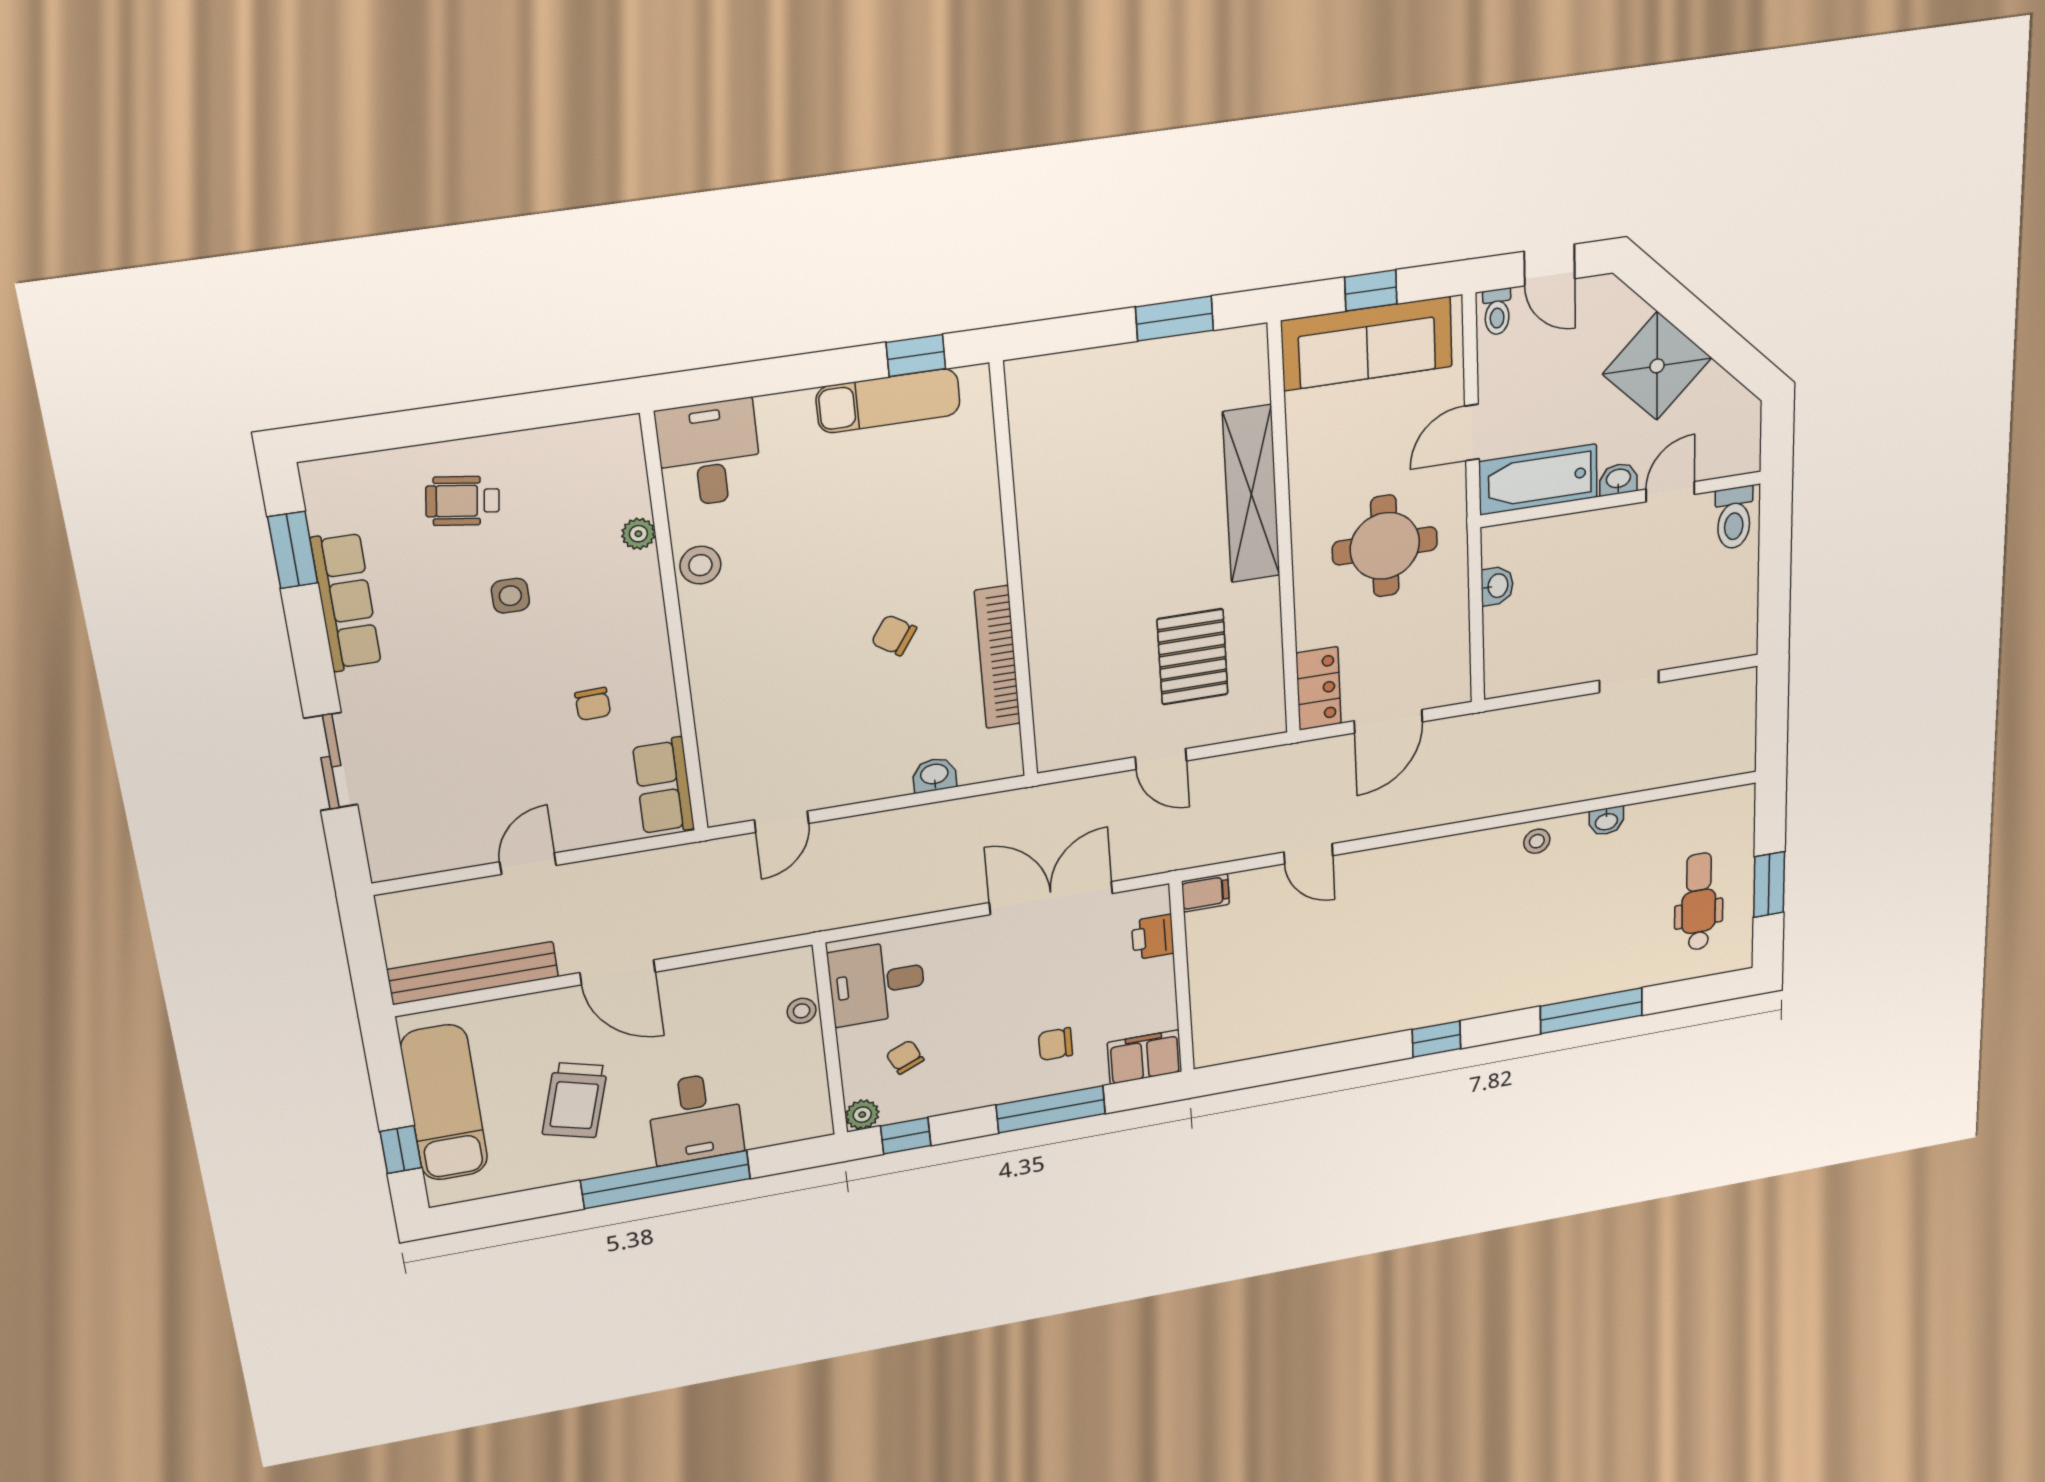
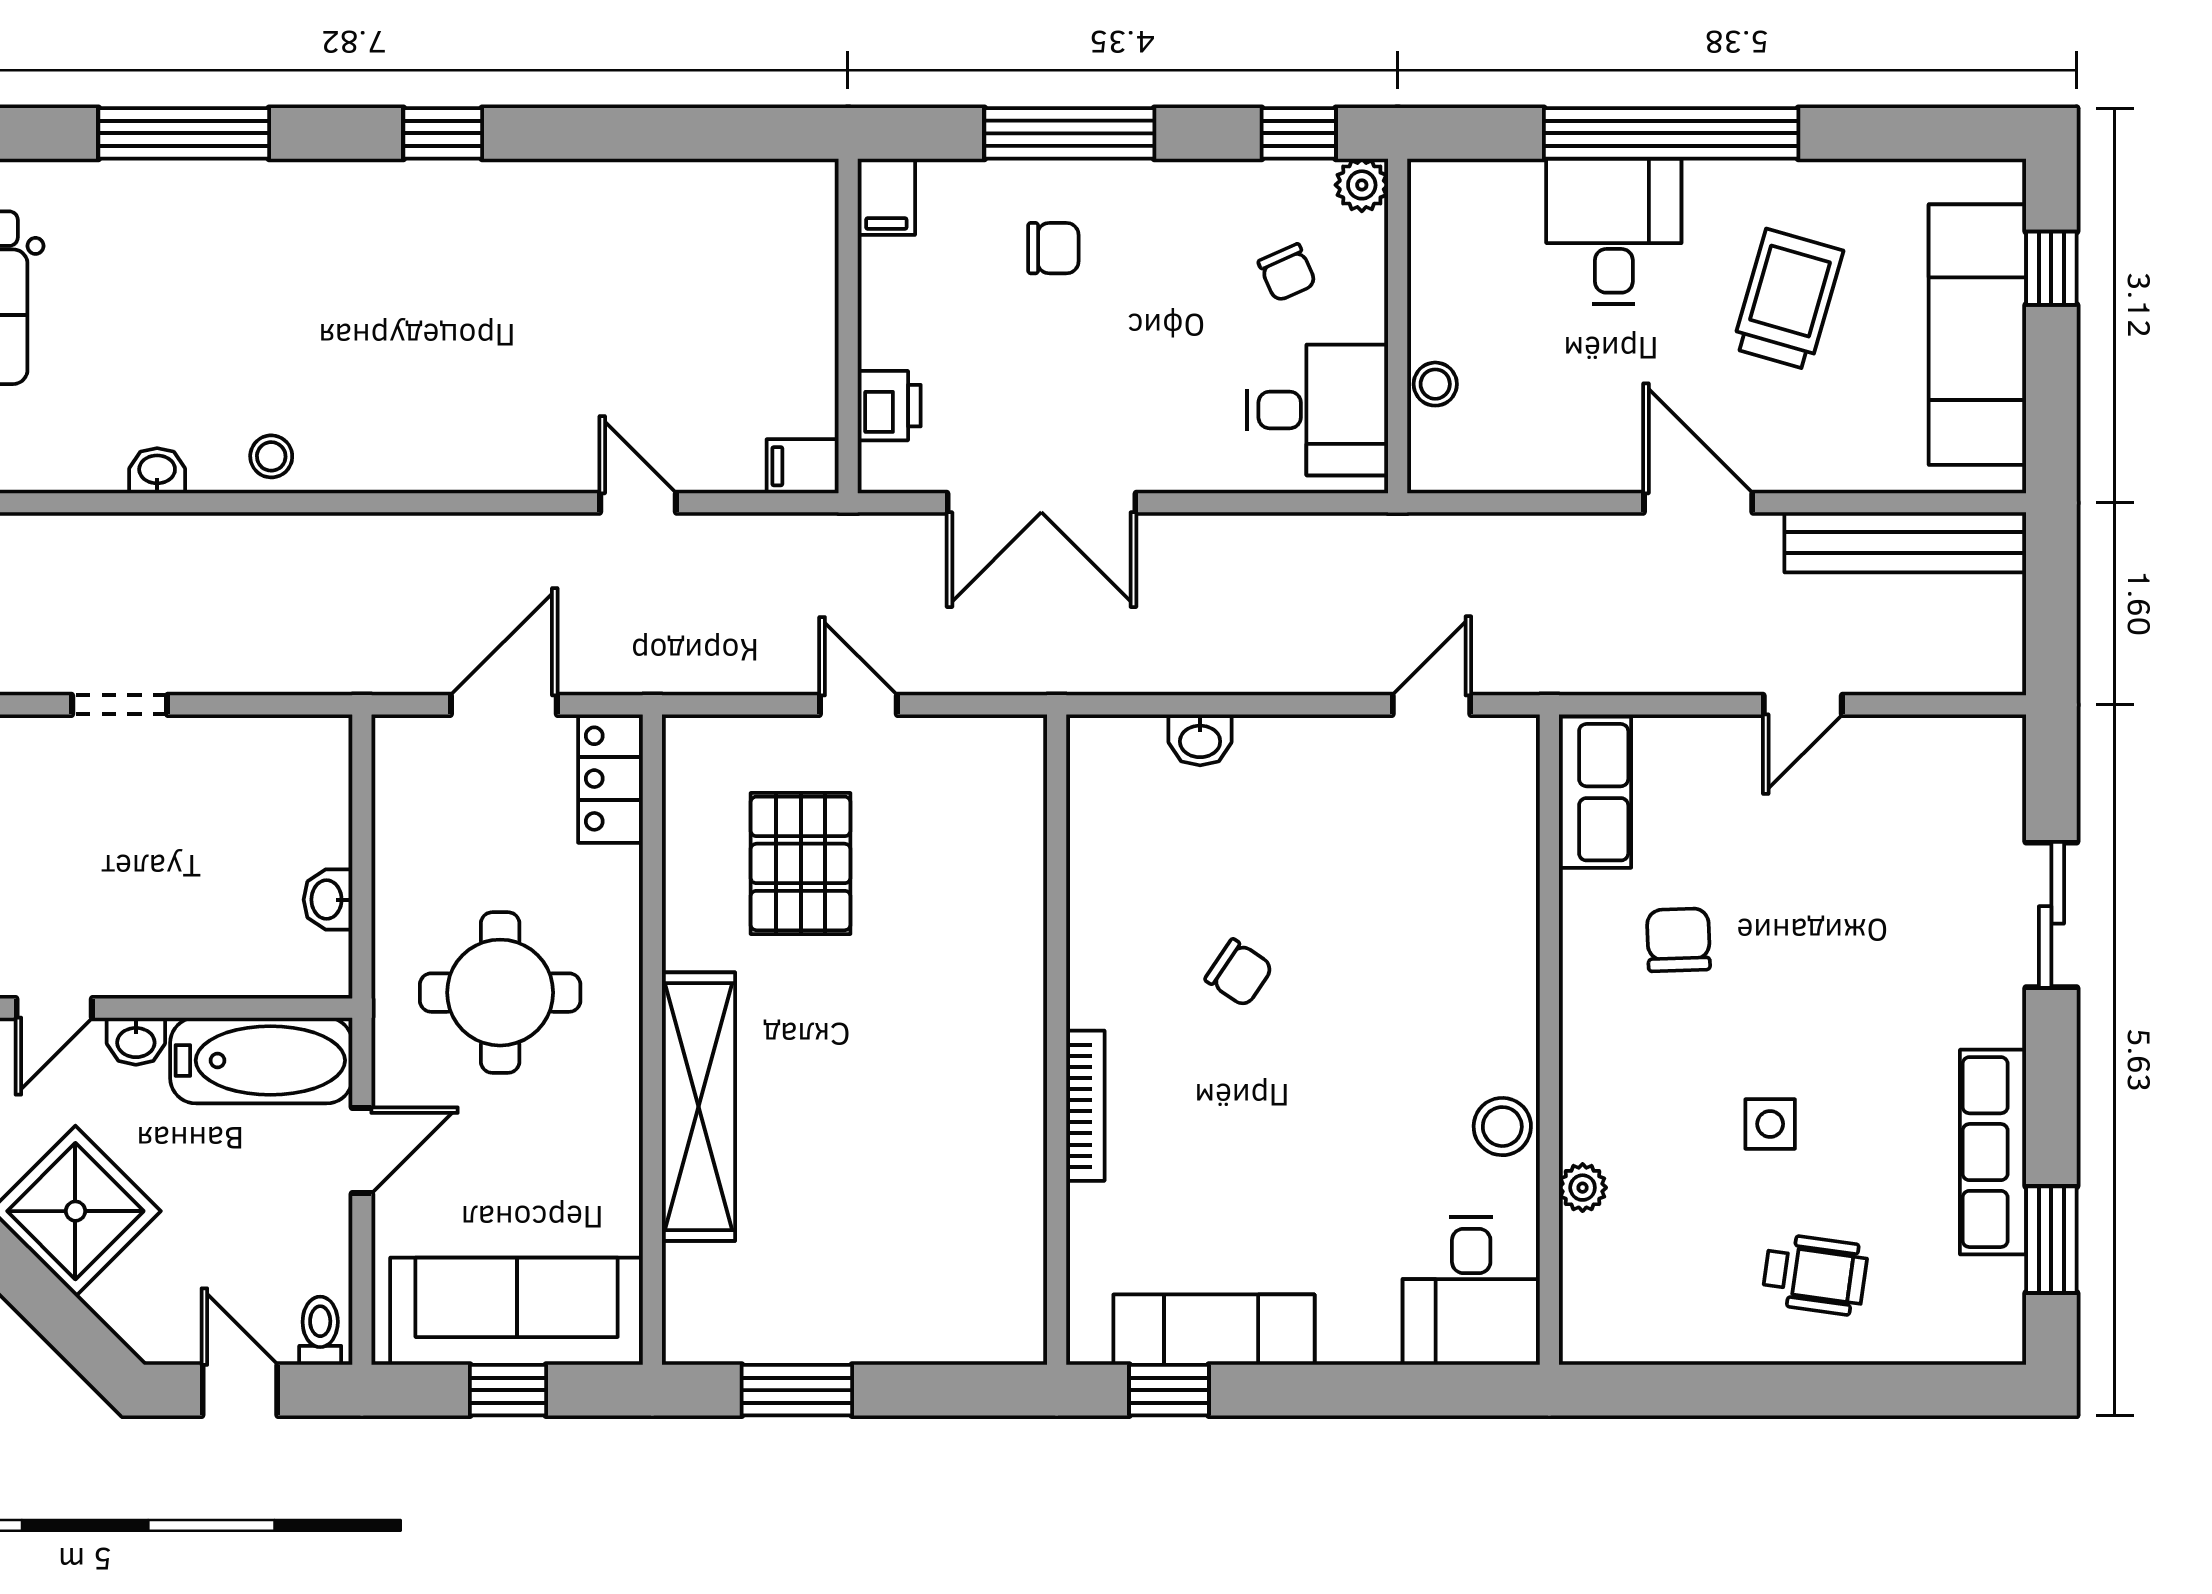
bookcase: (997, 657) -> (1085, 1106), moved, width x0.68, depth x0.76
chair: (593, 704) -> (1678, 940), width x1.37, depth x1.37
filing cabinet: (1145, 1057) -> (886, 197), width x0.50

